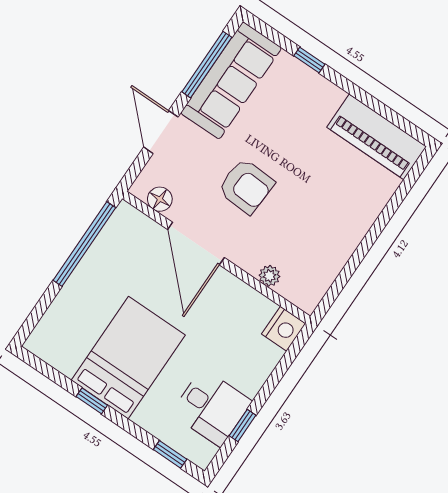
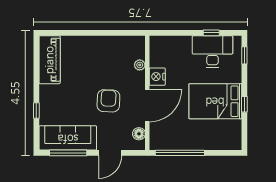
nightstand: (284, 329) -> (157, 77), moved, turned -90
desk: (211, 407) -> (212, 52), width x1.37

